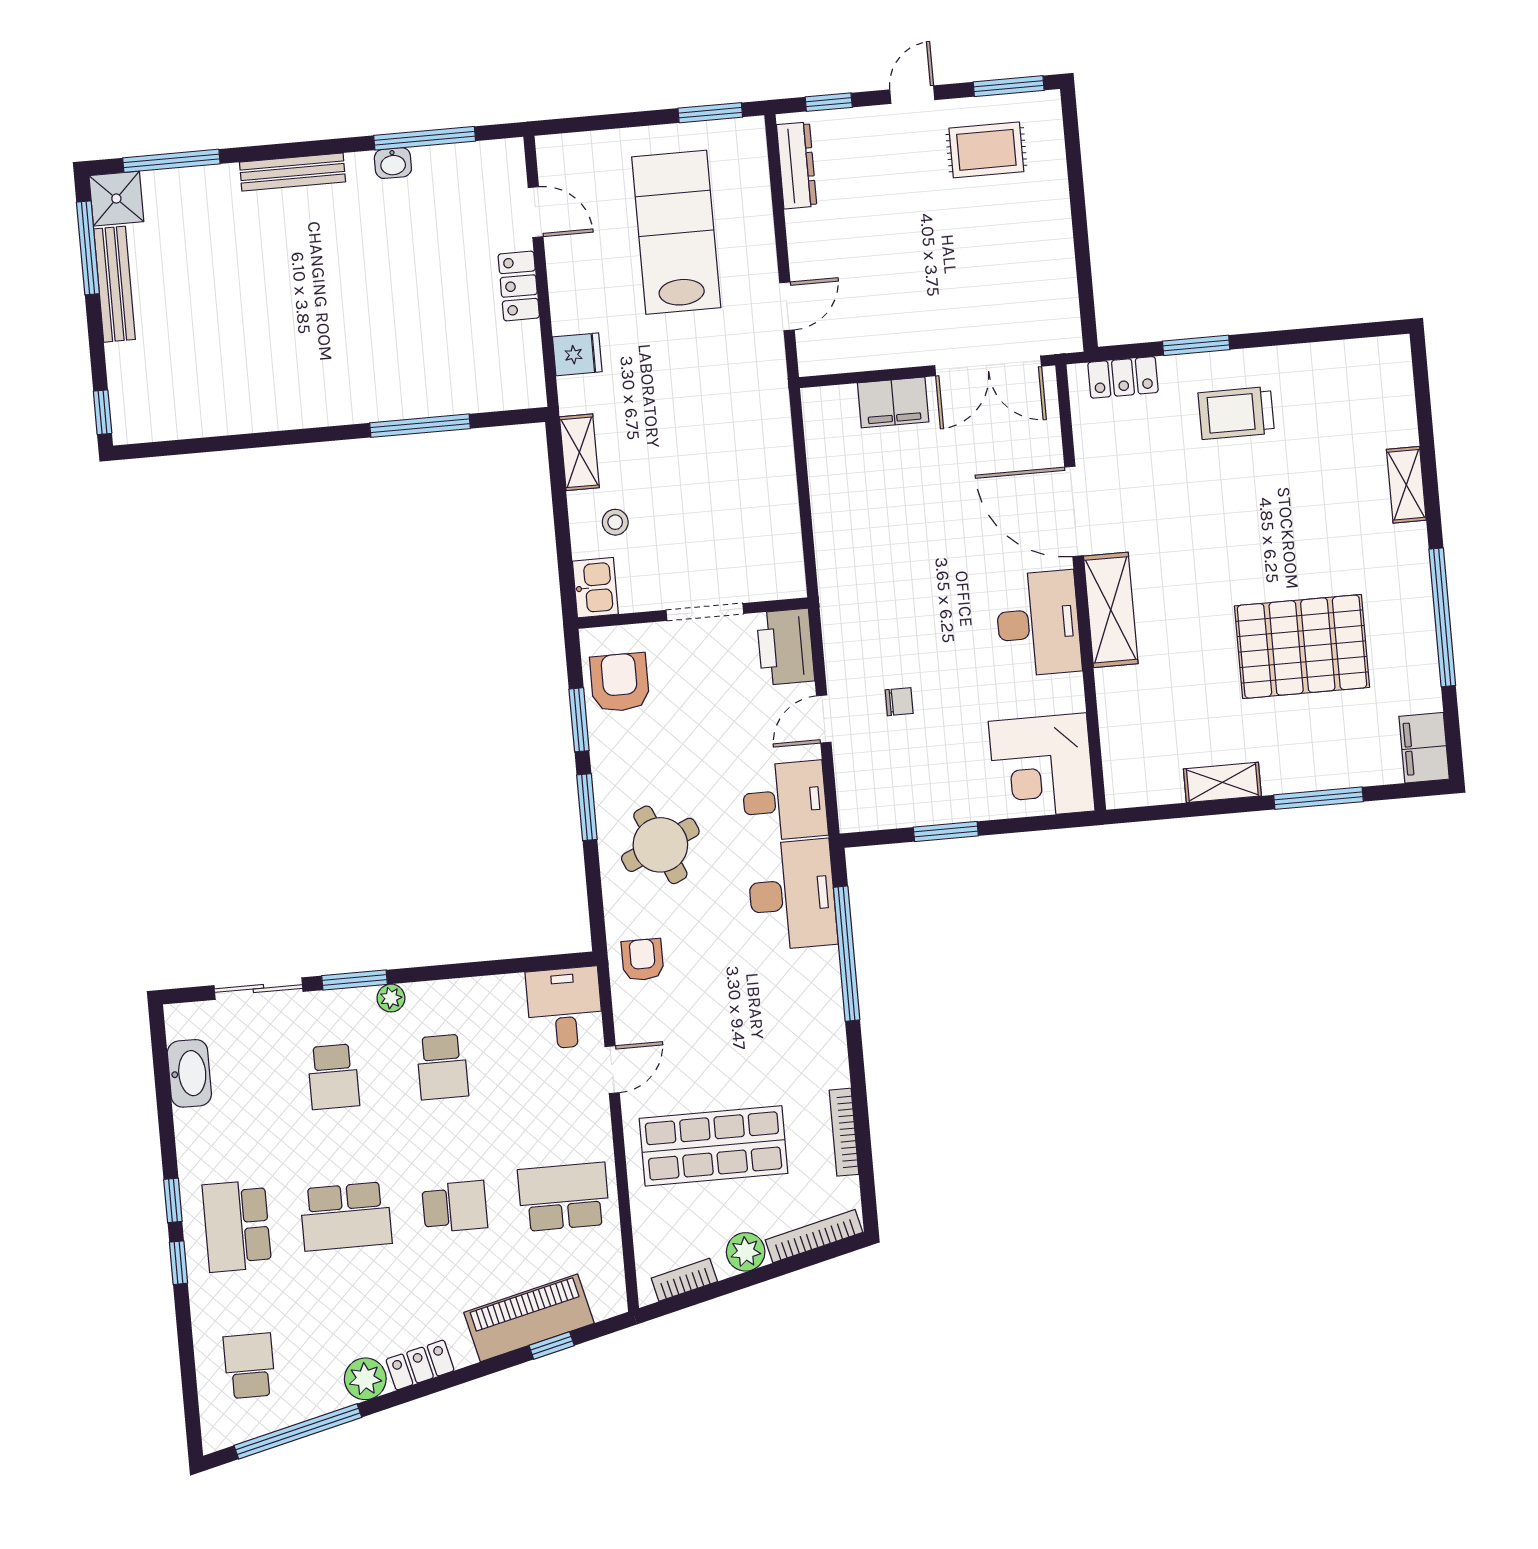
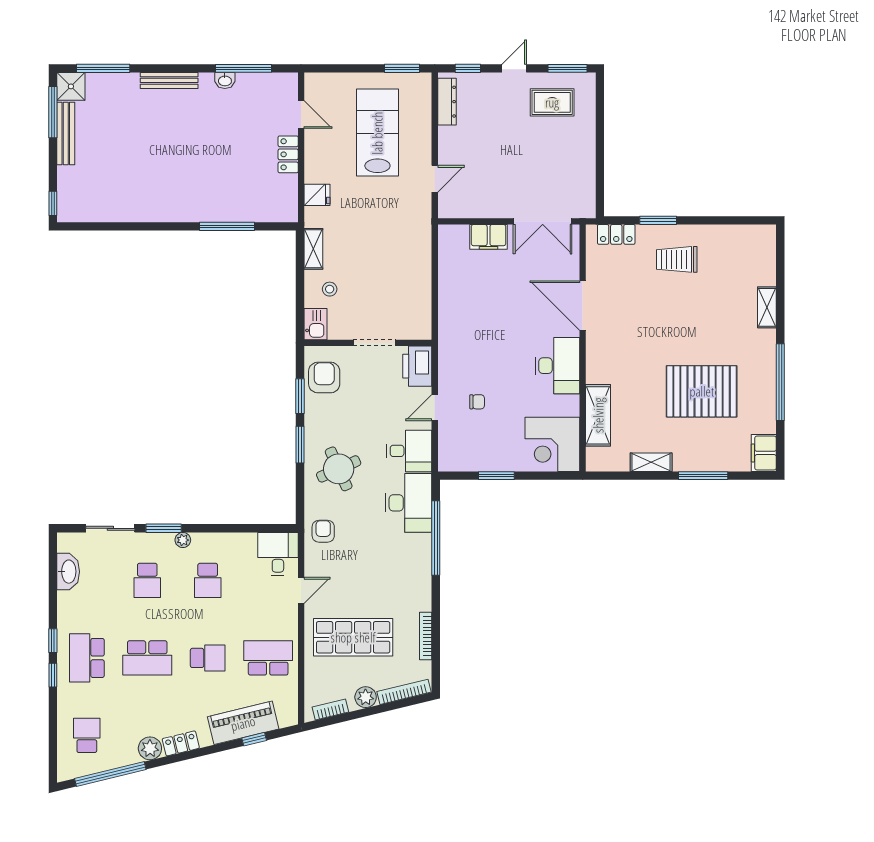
shelving: (1111, 610) -> (598, 415), moved

